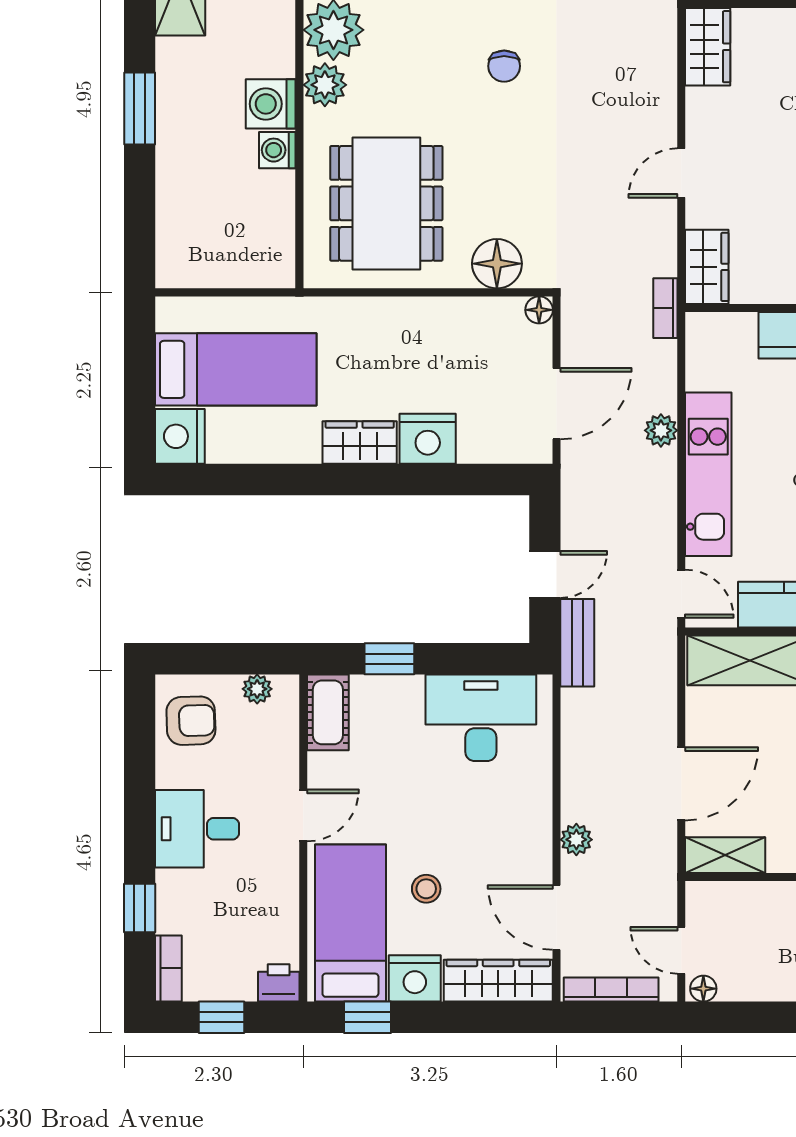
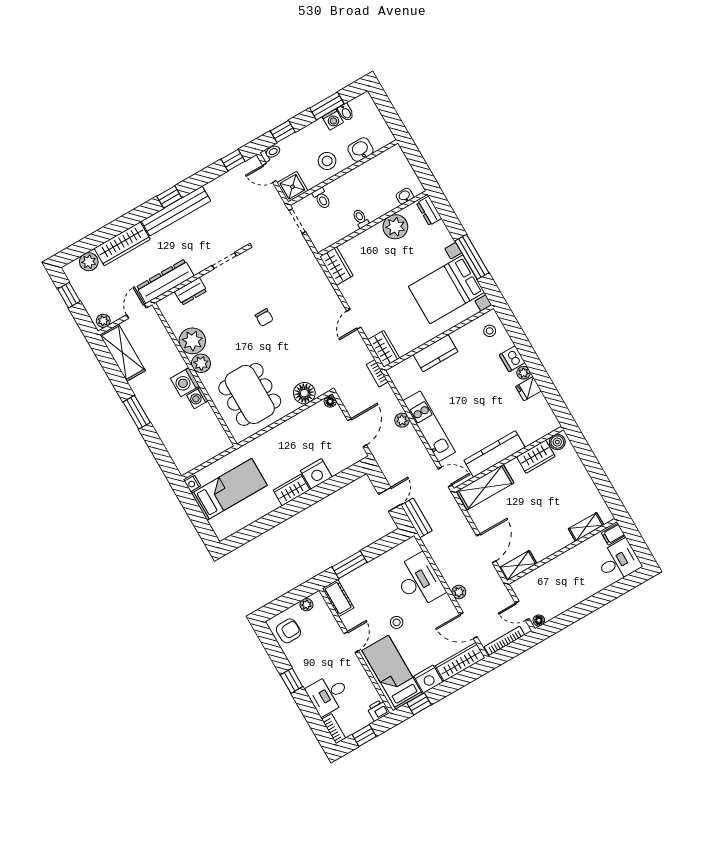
nightstand: (180, 436) -> (192, 484), moved, width x0.53, depth x0.56
window: (389, 659) -> (350, 565), width x1.50
desk: (481, 718) -> (419, 581), moved, turned 90
desk: (197, 829) -> (328, 694), moved
stool: (426, 889) -> (397, 622), moved
window: (140, 908) -> (292, 681), moved

